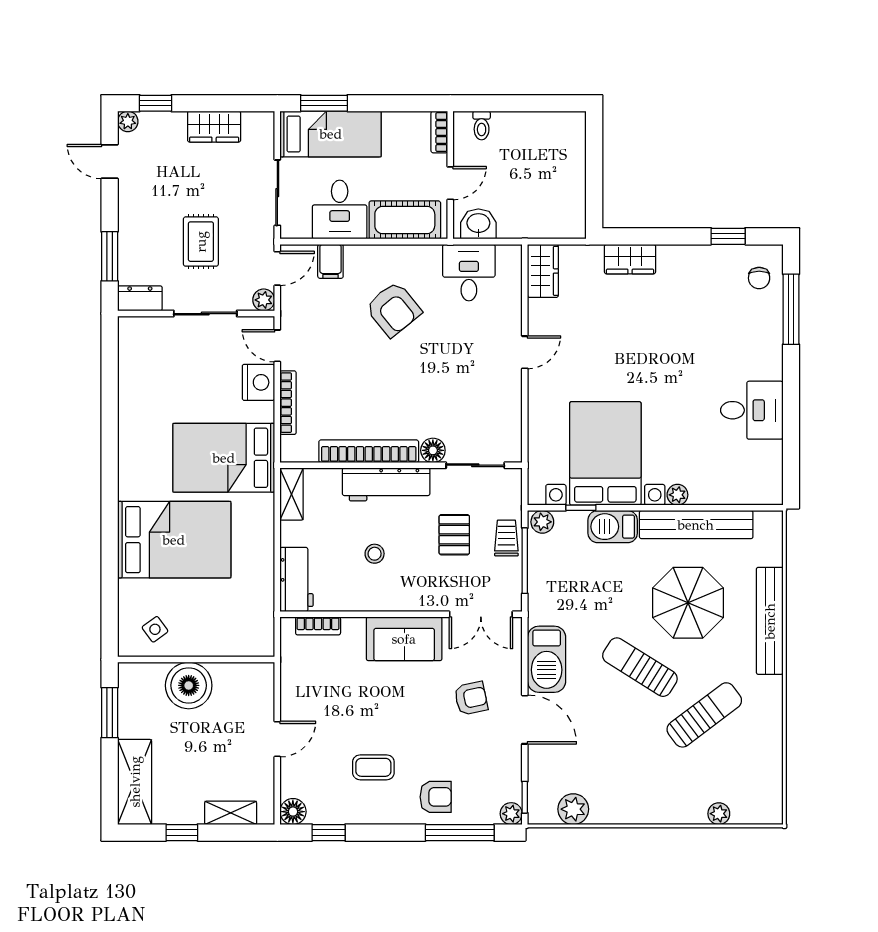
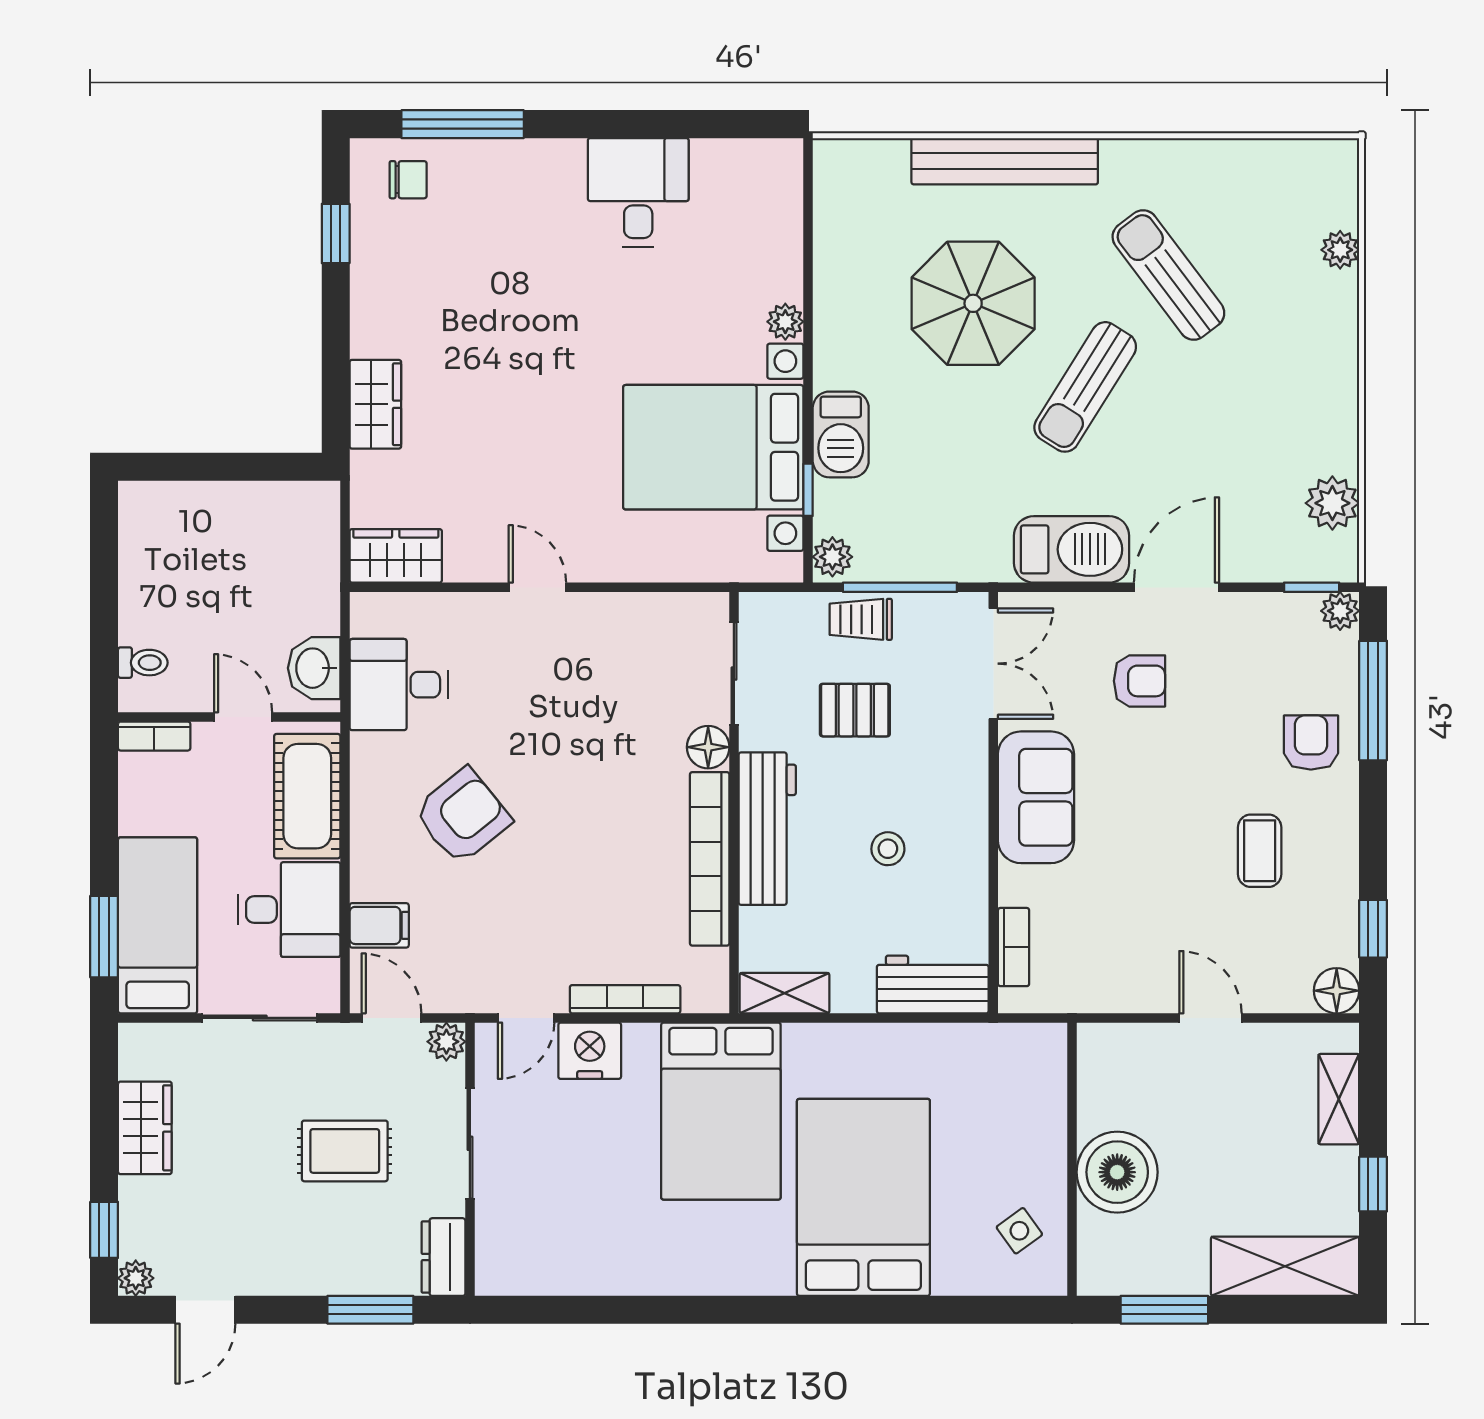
bench: (696, 525) -> (837, 289), removed
armchair: (471, 698) -> (1139, 681), turned 102

